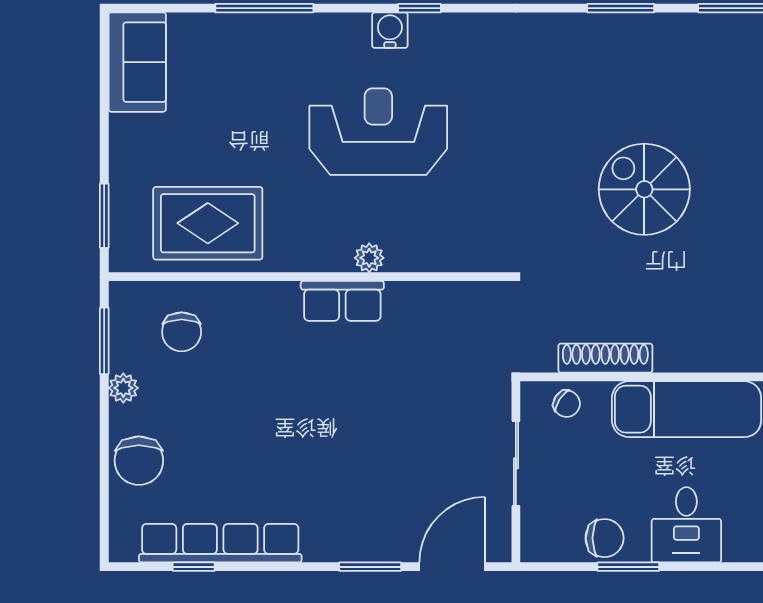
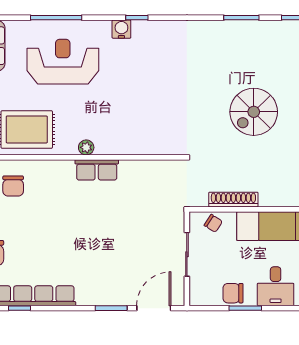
reception desk: (378, 132) -> (63, 62), moved
spiral stairs: (644, 189) -> (254, 112), turned -90
plant: (369, 258) -> (86, 147), moved
chair: (605, 538) -> (233, 293), turned 180

